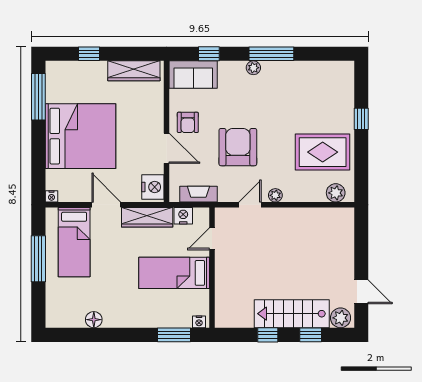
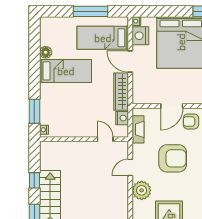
nightstand: (153, 187) -> (140, 36), moved, turned 90
plant: (275, 195) -> (142, 190), width x1.87, depth x1.87
door: (106, 205) -> (130, 61), swing flipped
door: (250, 205) -> (130, 167), swing flipped
bed: (174, 273) -> (66, 71), moved, turned 90

